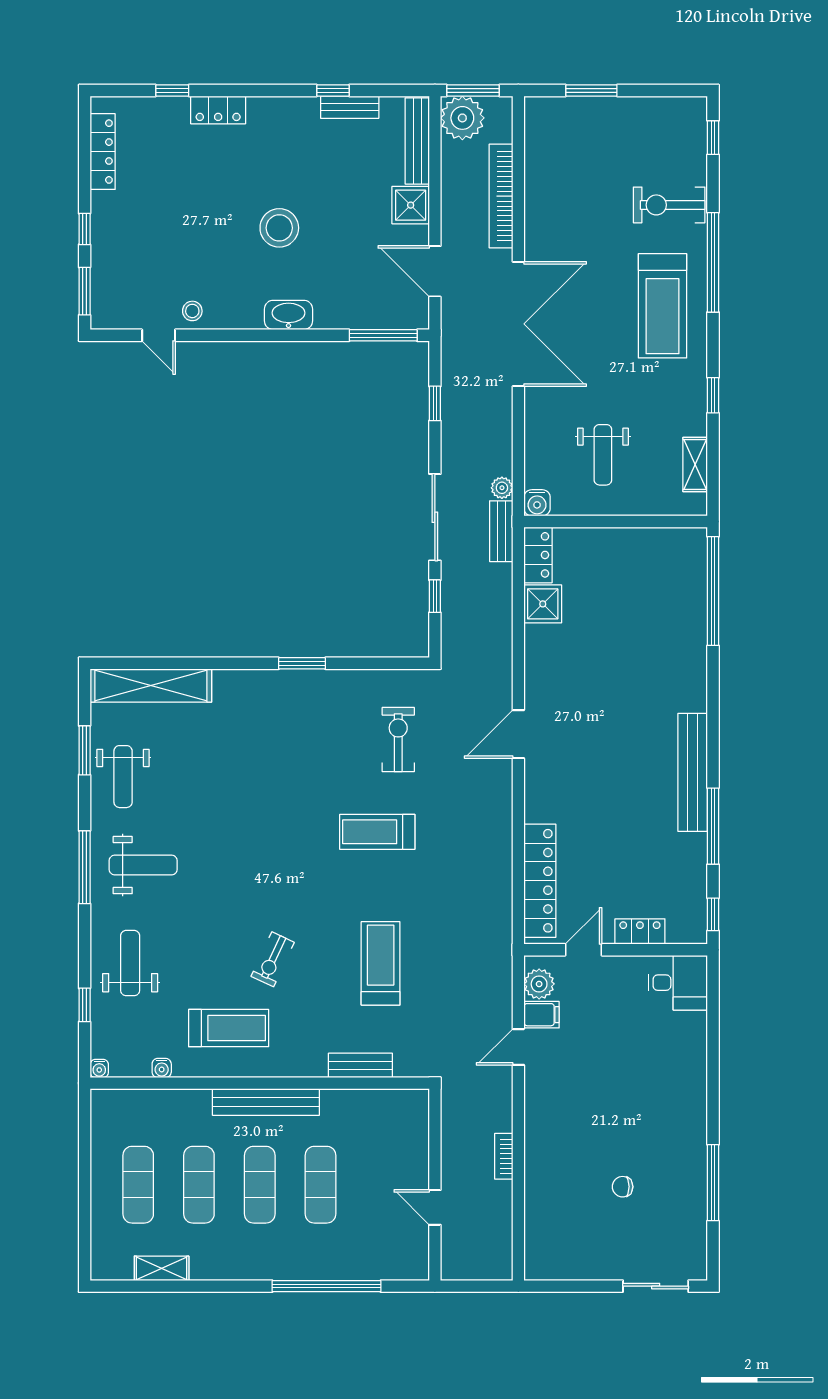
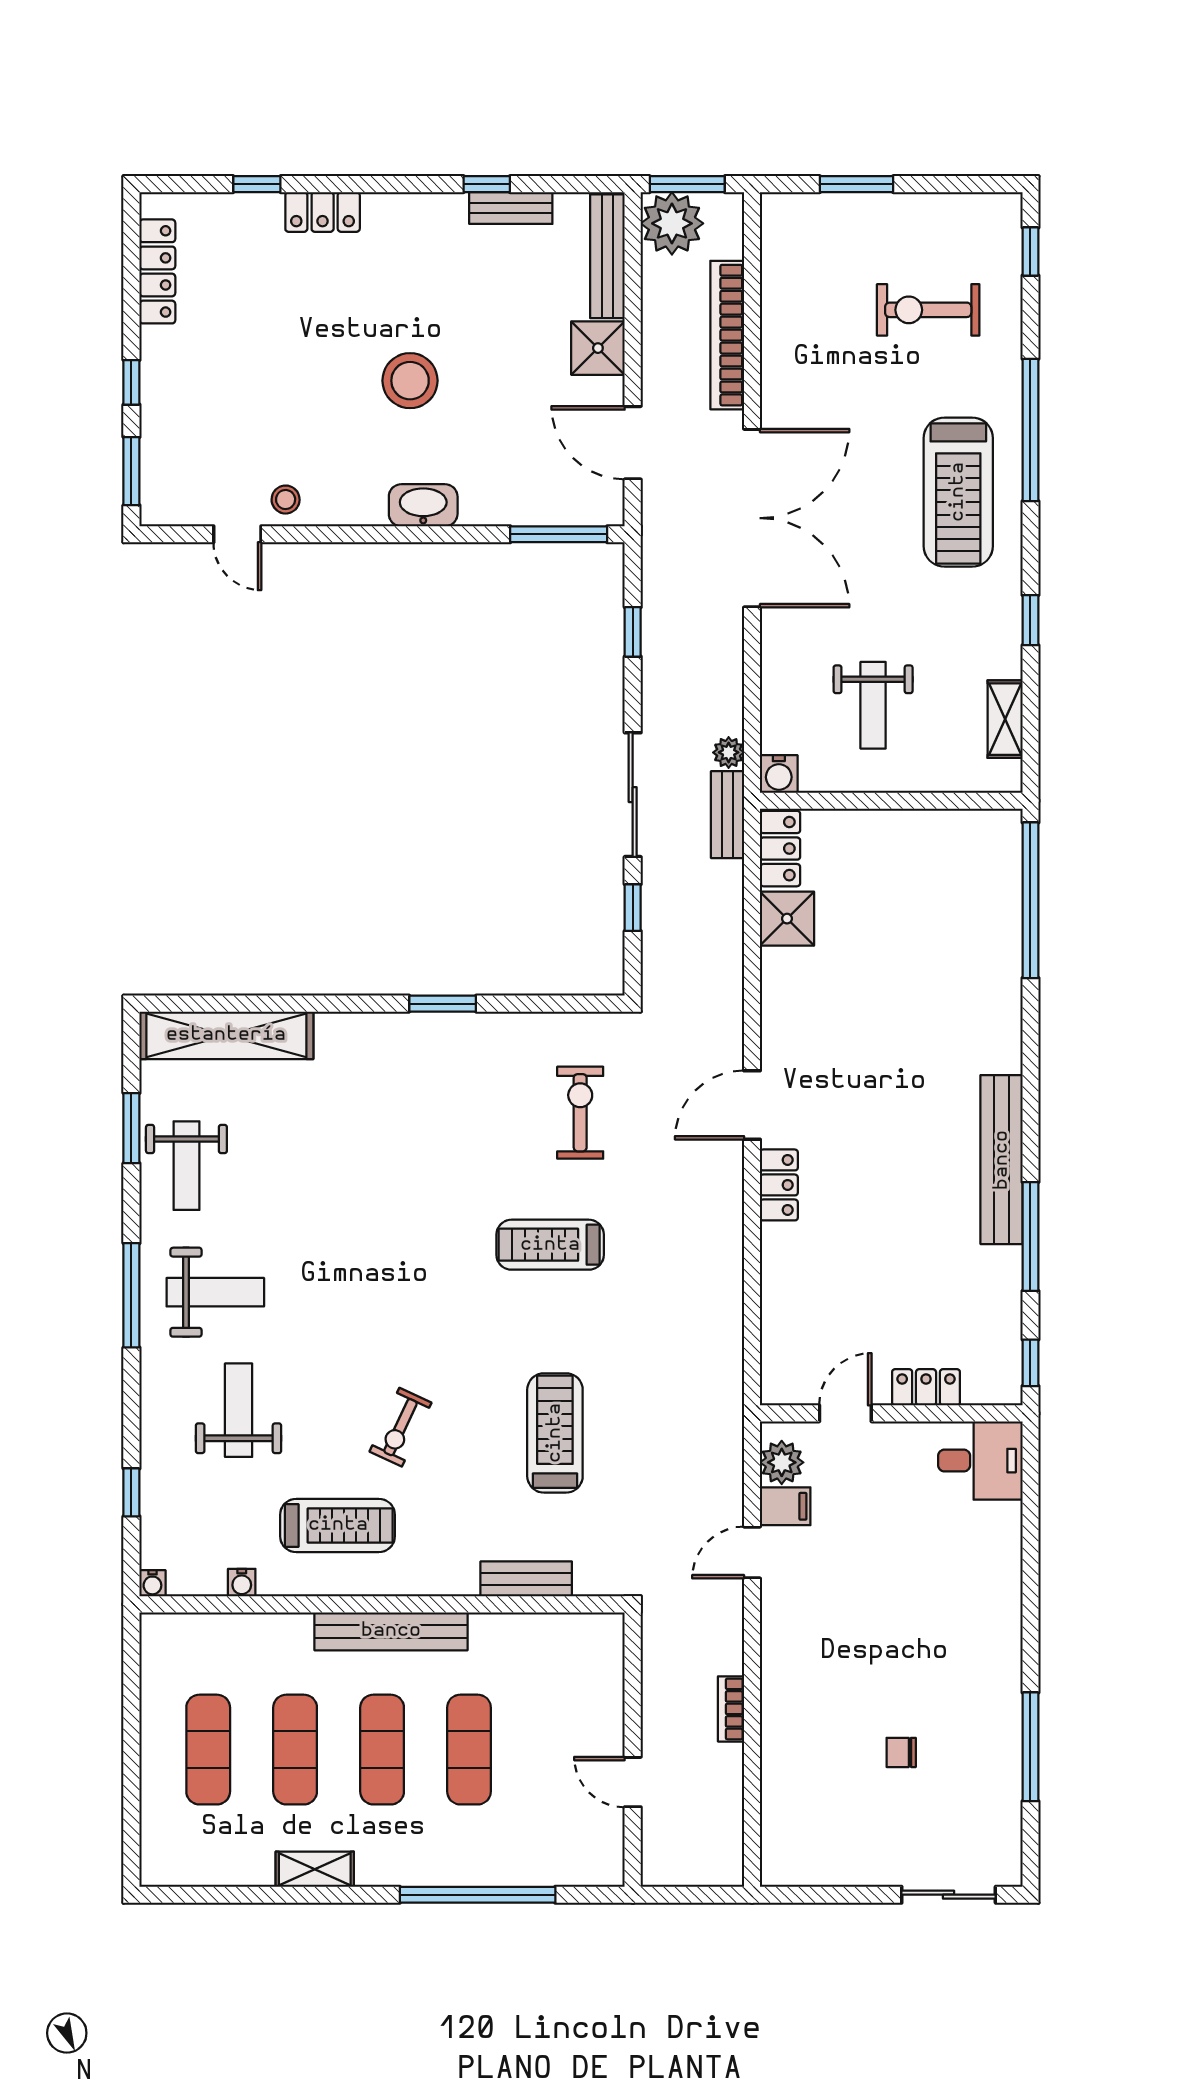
exercise bike: (669, 205) -> (928, 310), moved
locker: (540, 881) -> (779, 1185), moved, width x0.46, depth x0.83
weight bench: (130, 963) -> (239, 1410), moved
shelving: (162, 1268) -> (315, 1869), moved

